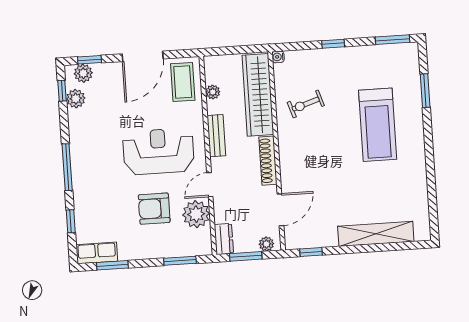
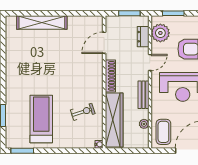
window: (333, 44) -> (62, 151), removed
treadmill: (378, 125) -> (41, 119), moved
plant: (196, 214) -> (160, 33), moved
dresser: (224, 239) -> (143, 37), moved
plant: (266, 244) -> (115, 21), removed
window: (311, 252) -> (86, 13), removed

